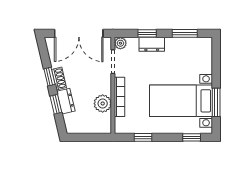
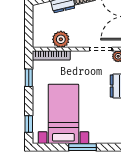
bookcase: (120, 97) -> (51, 55), moved
window: (216, 102) -> (83, 147), moved

